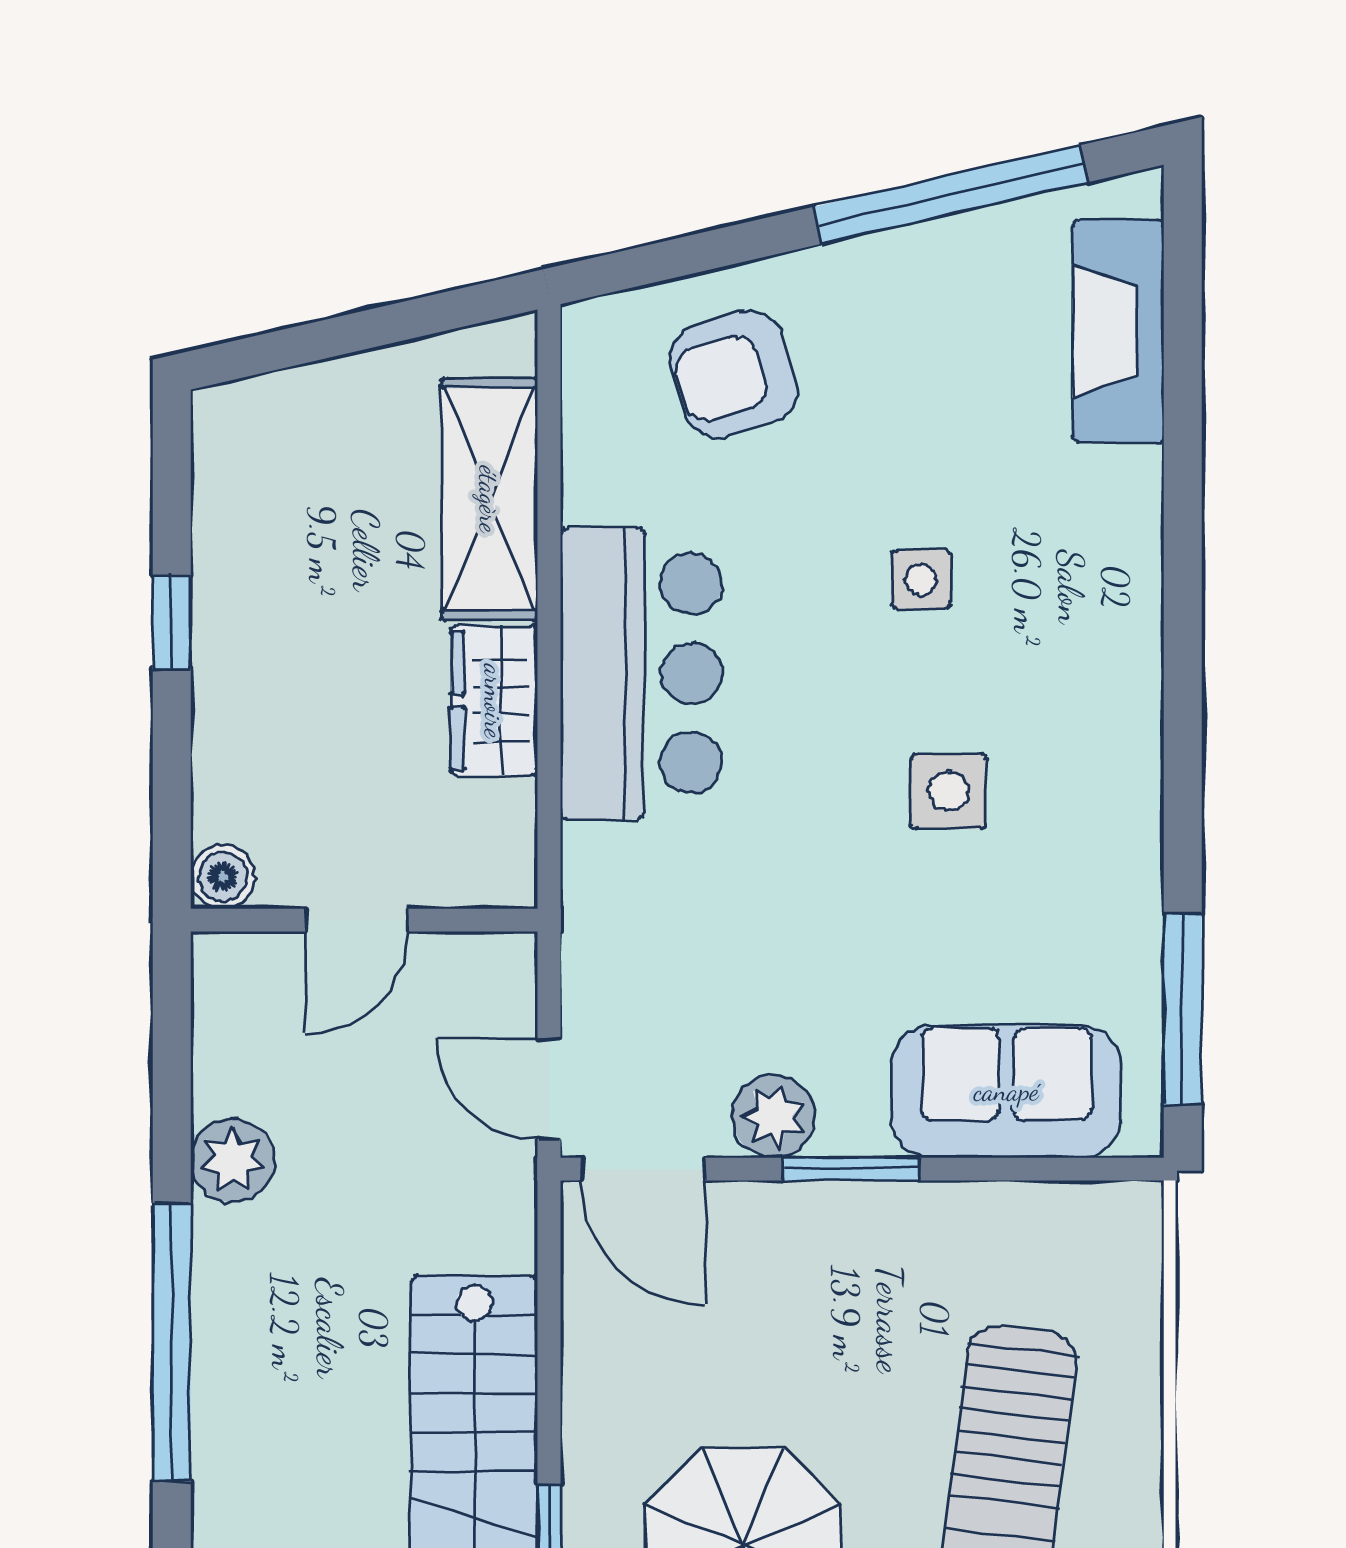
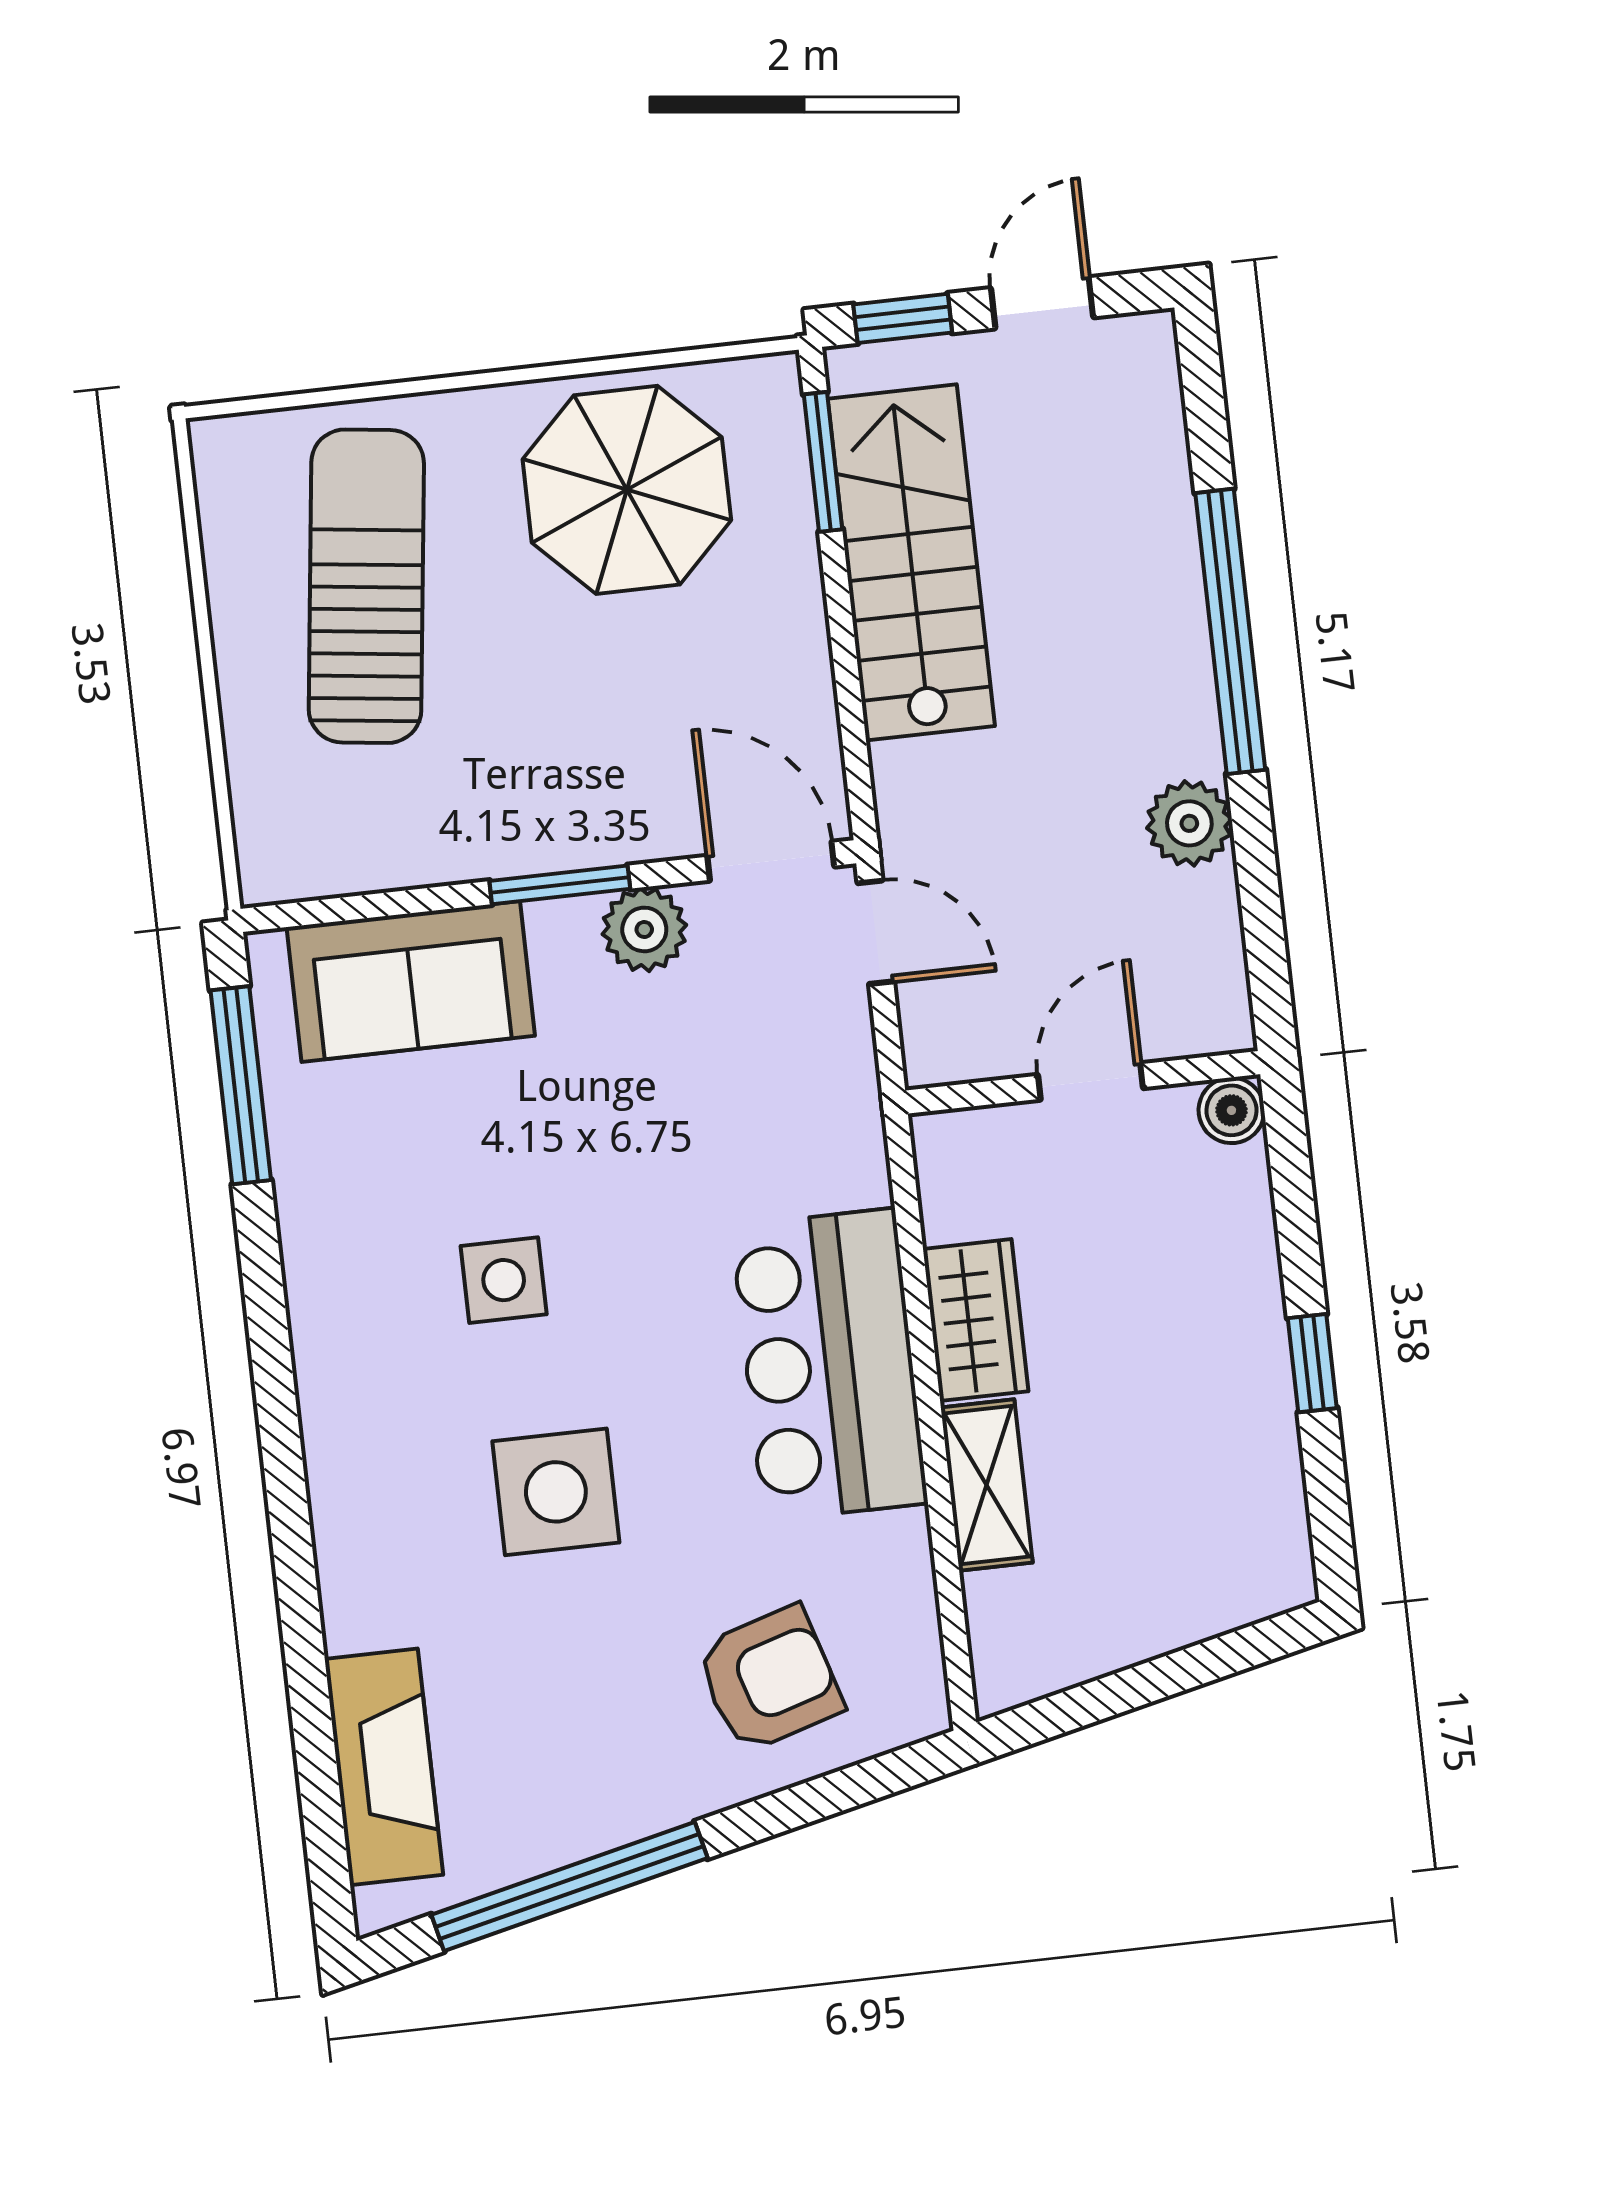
shelving: (489, 499) -> (987, 1485), width x0.67, depth x0.75
side table: (921, 580) -> (556, 1492), width x1.87, depth x1.87

